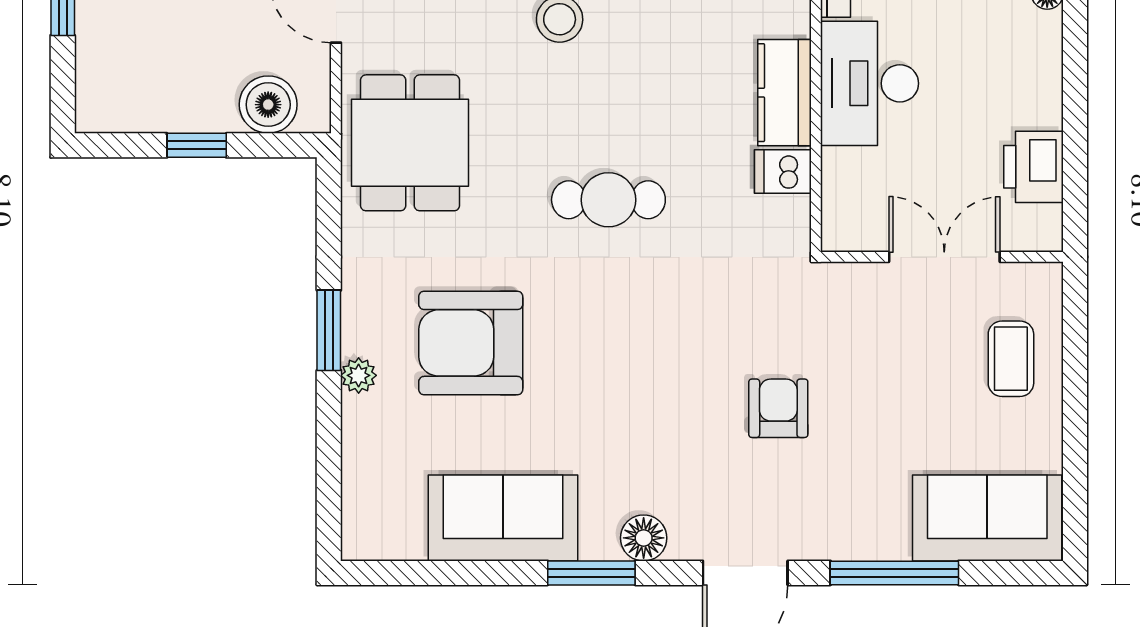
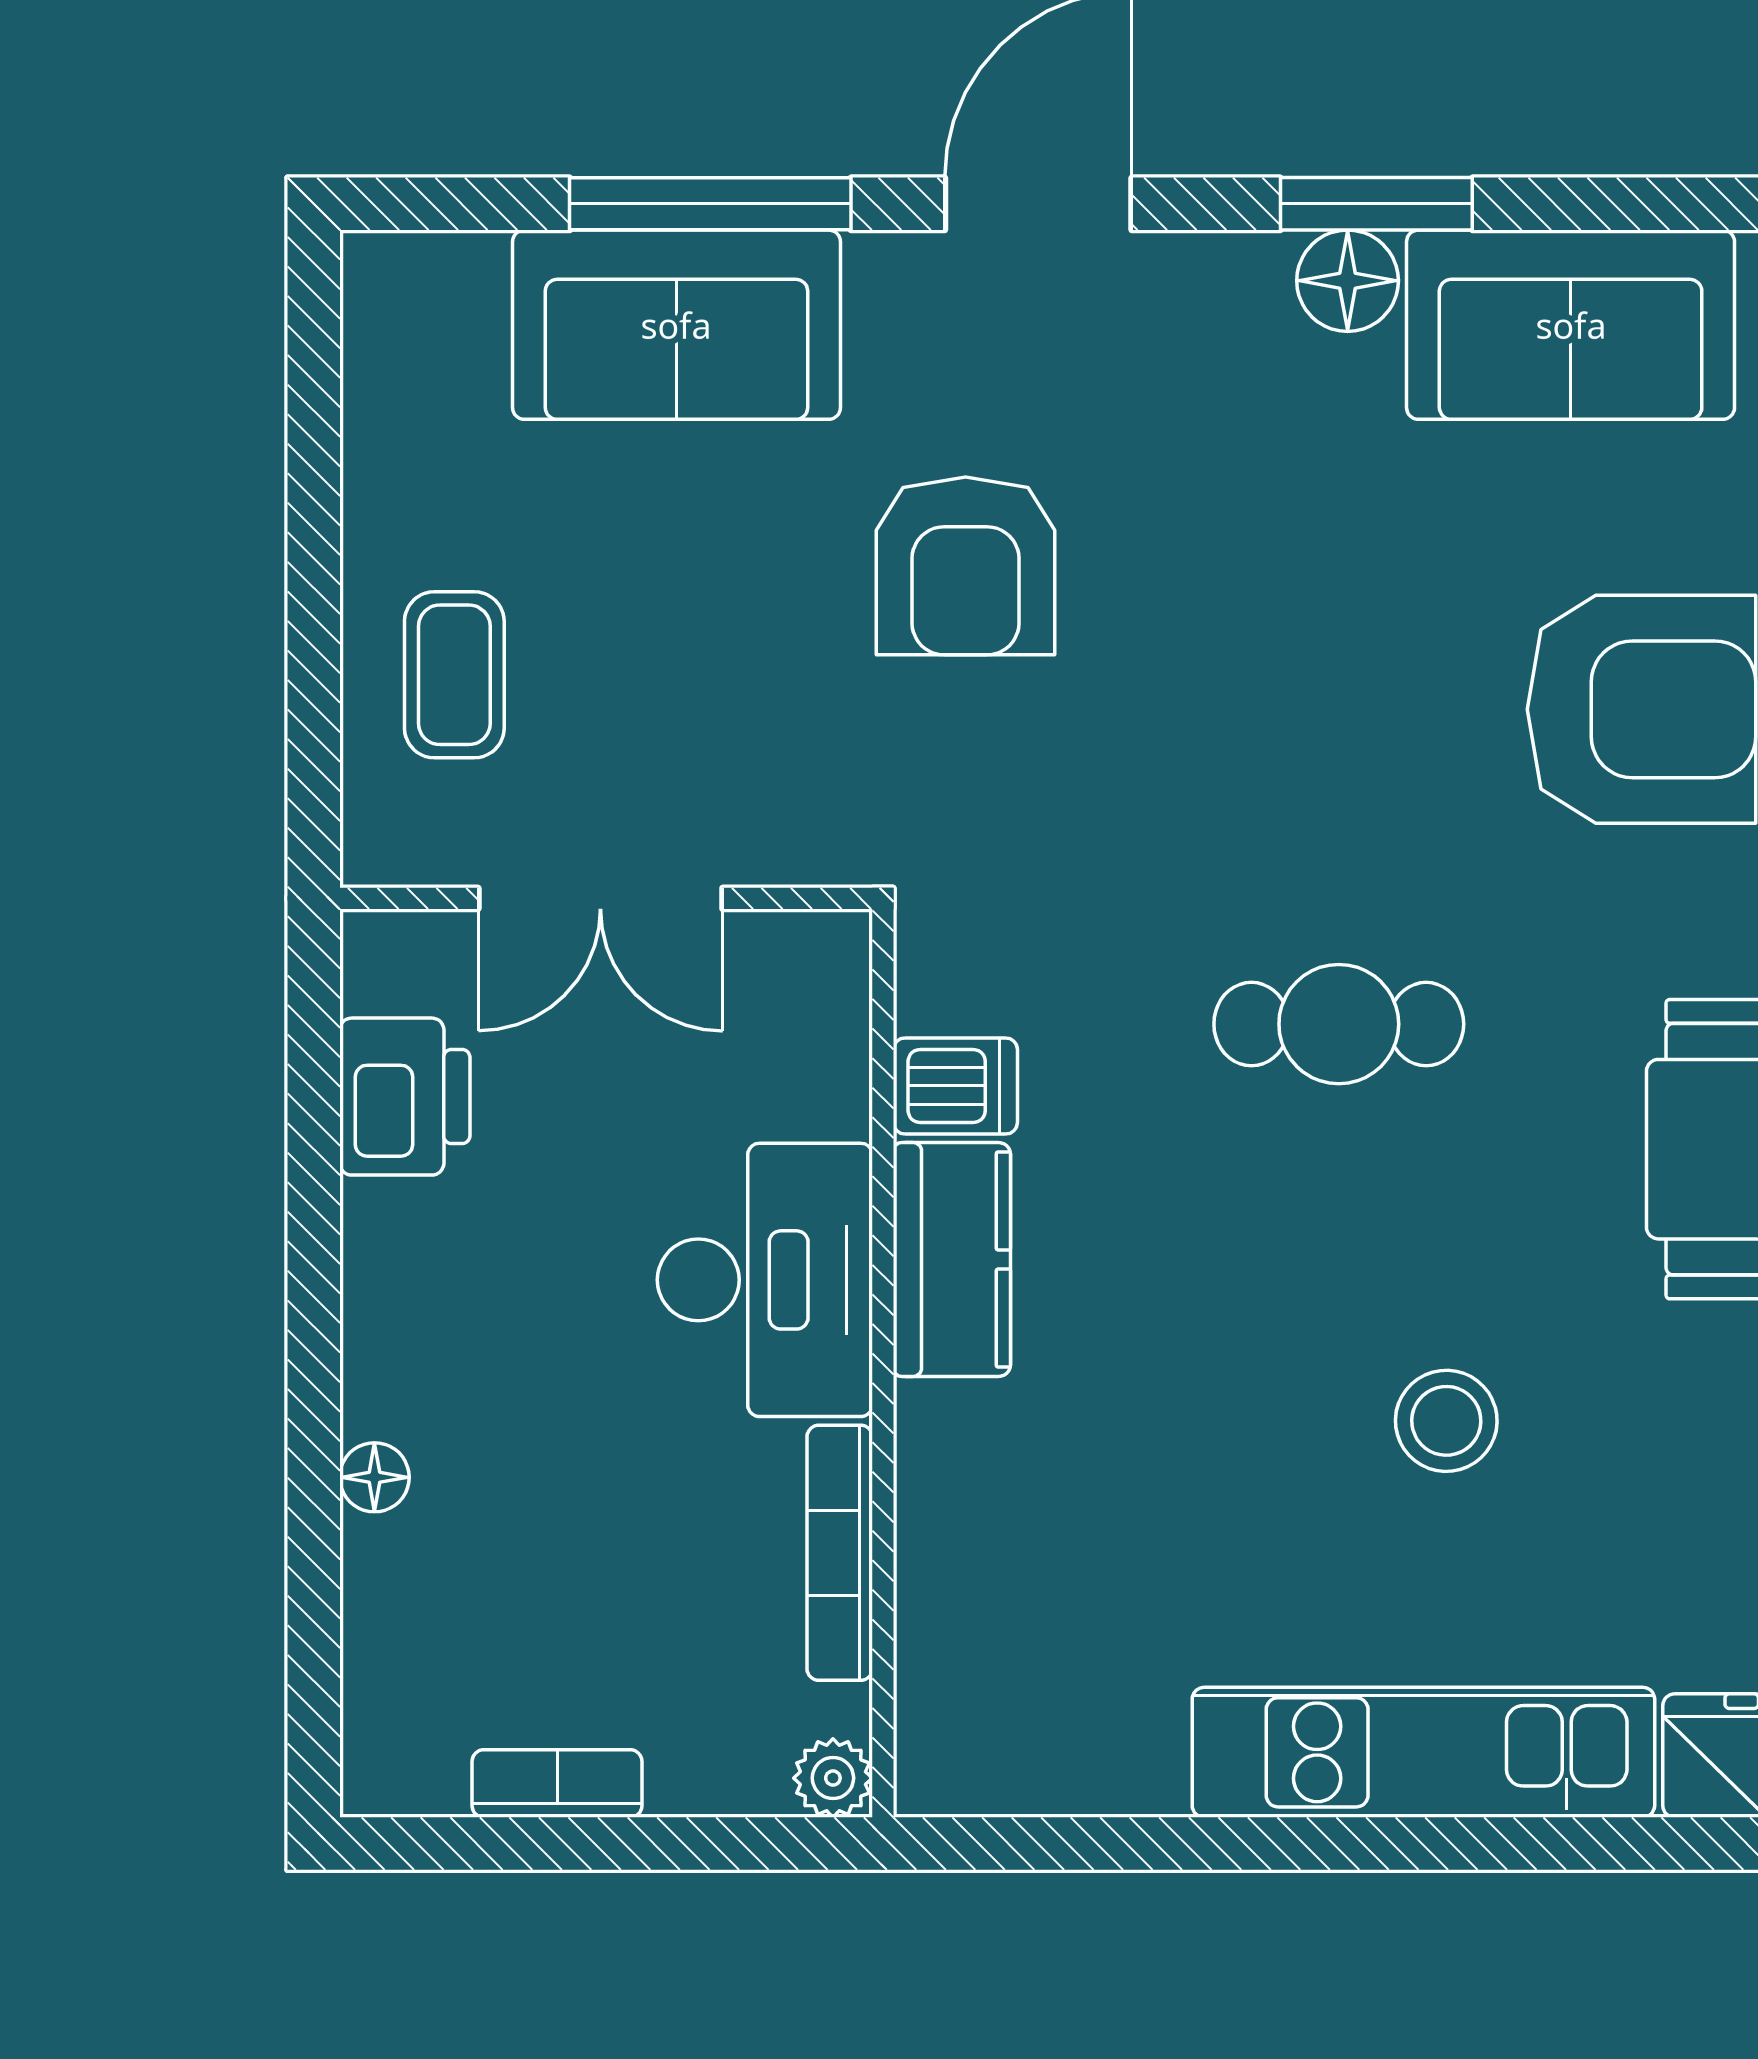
armchair: (778, 408) -> (966, 566), width x1.38, depth x1.38
sofa: (987, 518) -> (676, 325), moved
floor lamp: (644, 538) -> (1348, 281), moved

